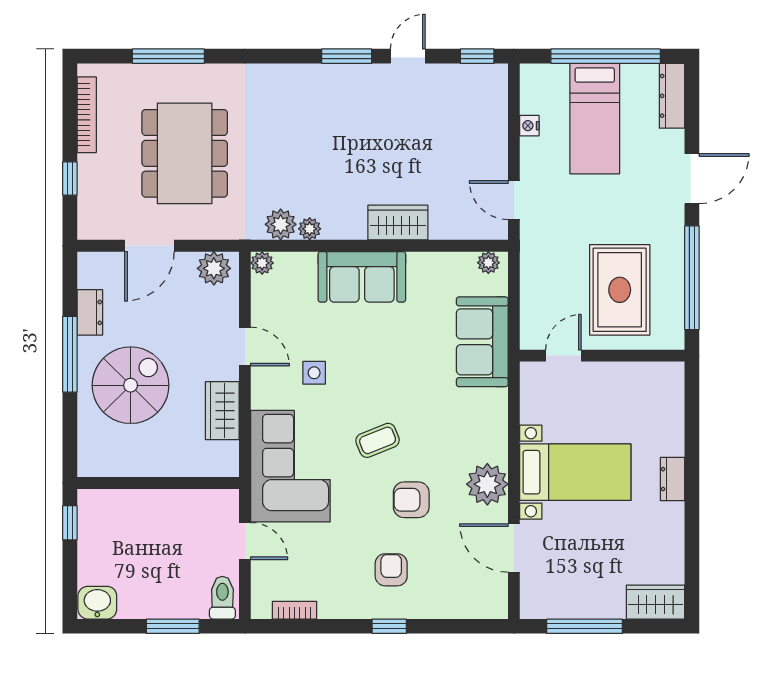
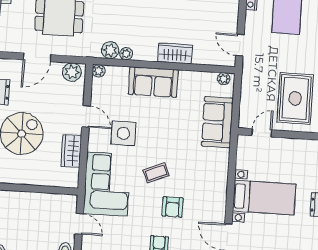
side table: (314, 373) -> (123, 133), width x1.87, depth x1.87
plant: (487, 484) -> (215, 201), removed
armchair: (411, 500) -> (173, 207), turned -90

